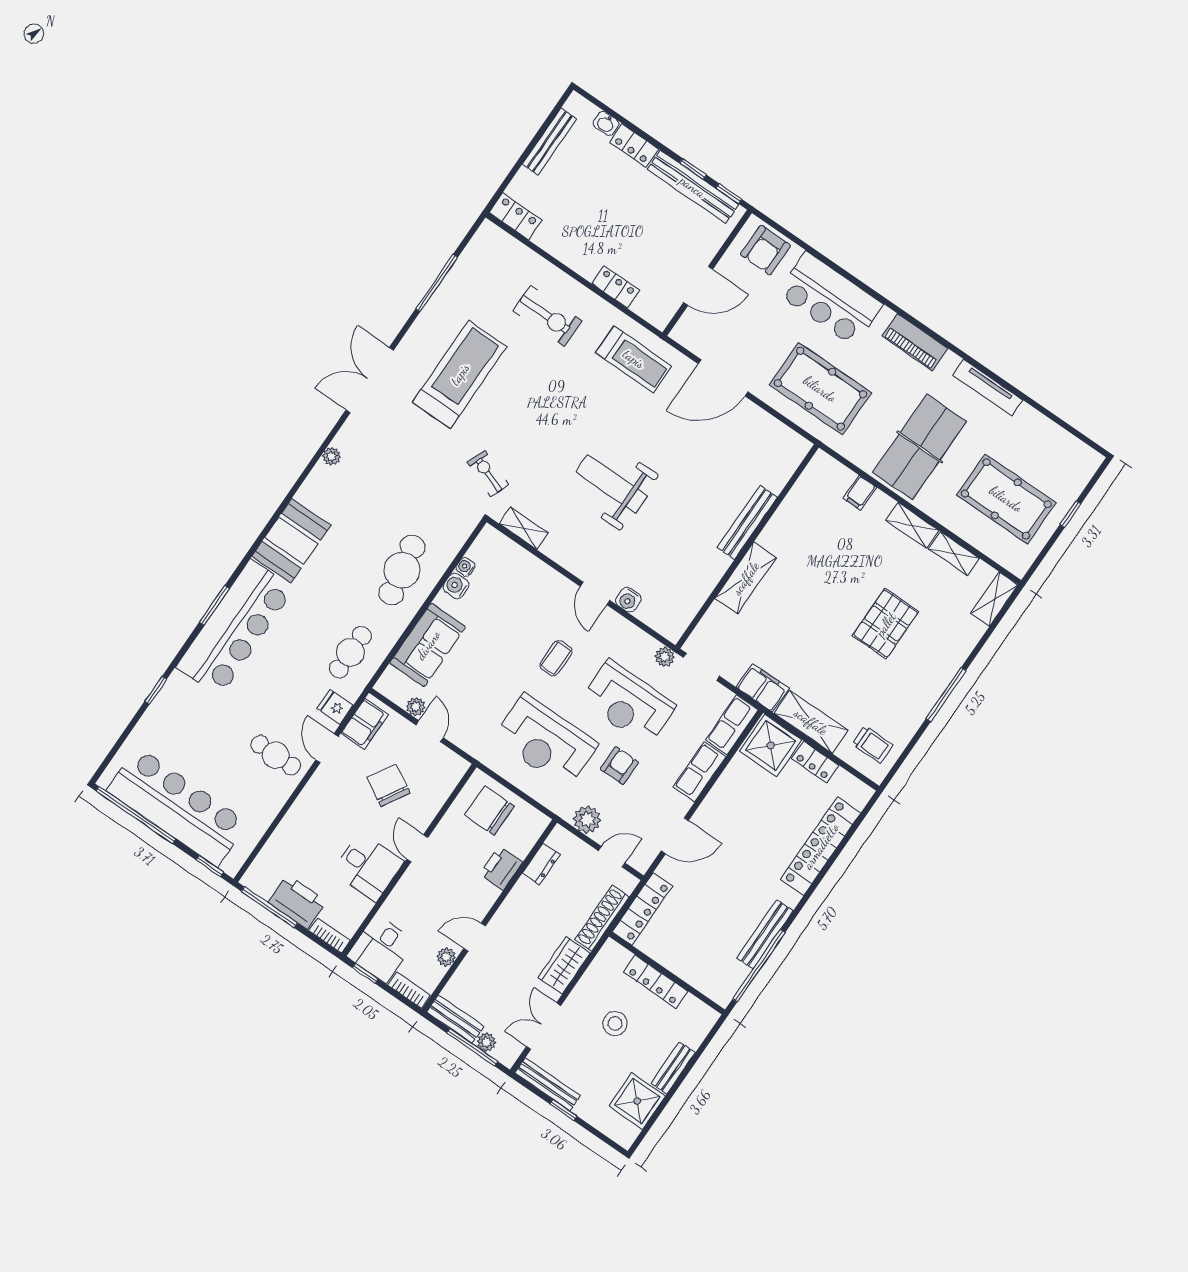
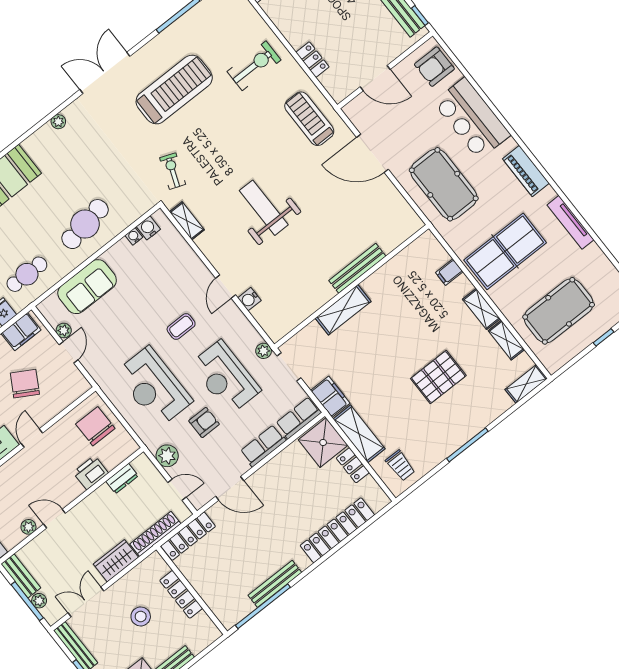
exercise bike: (547, 316) -> (254, 66), turned -90
treadmill: (634, 359) -> (309, 119), turned 180
pool table: (1006, 499) -> (559, 311), turned 90
water cooler: (456, 586) -> (148, 228), moved

